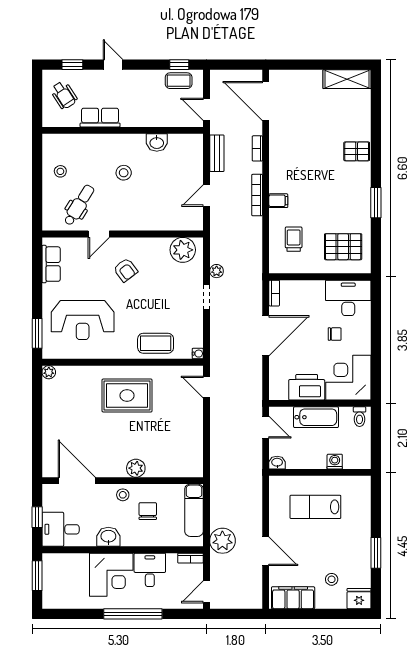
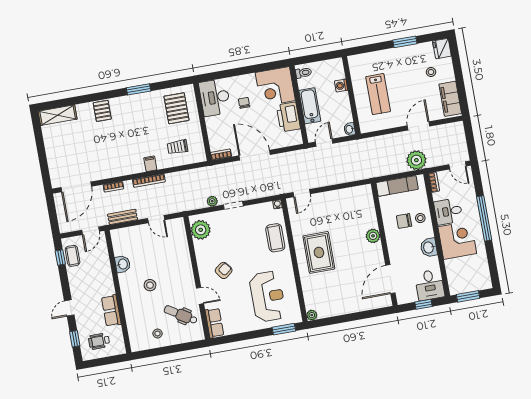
shelving: (347, 79) -> (58, 115), moved, turned 90
wheelchair: (64, 95) -> (99, 341), turned -147
row of seats: (51, 264) -> (214, 323), moved, turned 90
stool: (123, 495) -> (420, 218), moved

